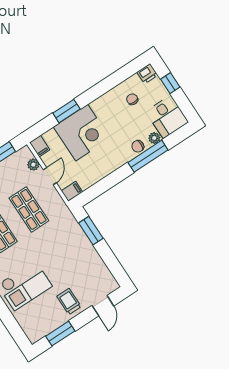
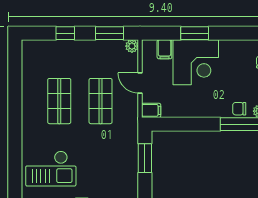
filing cabinet: (40, 146) -> (164, 49), moved
plant: (33, 165) -> (132, 46), moved
door: (50, 176) -> (140, 83), swing flipped

